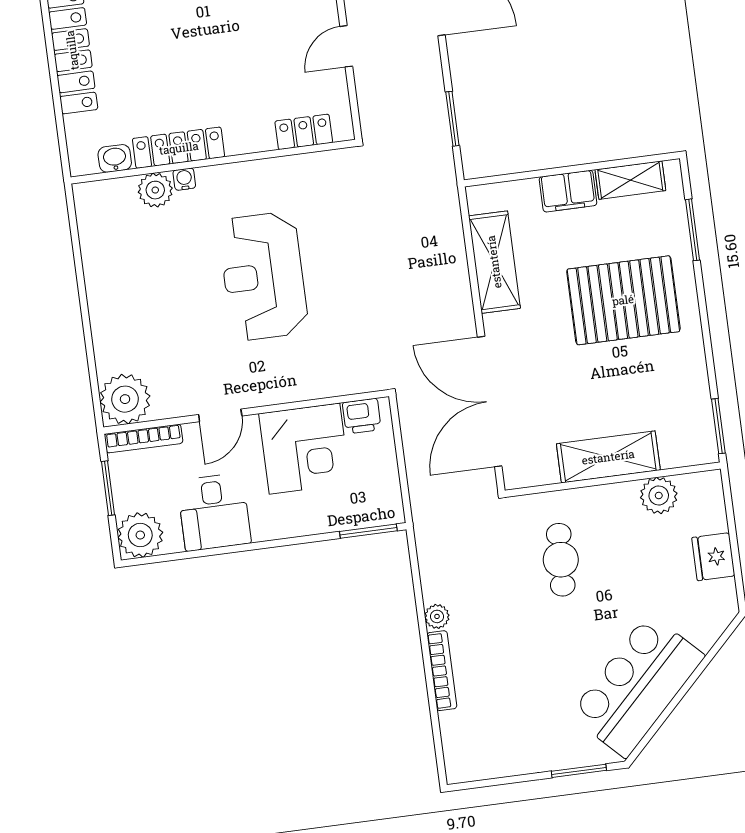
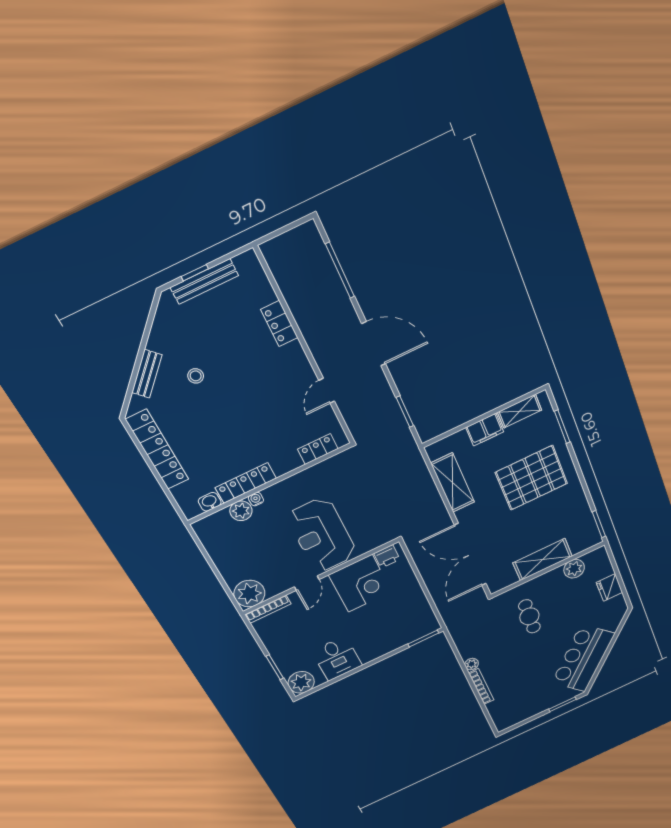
plant: (125, 399) -> (249, 594), moved
wall: (246, 412) -> (321, 576), moved
door: (220, 415) -> (307, 583), moved
printer: (362, 416) -> (387, 556), moved
bookcase: (144, 439) -> (268, 609), moved
corner desk: (304, 449) -> (360, 583), moved

